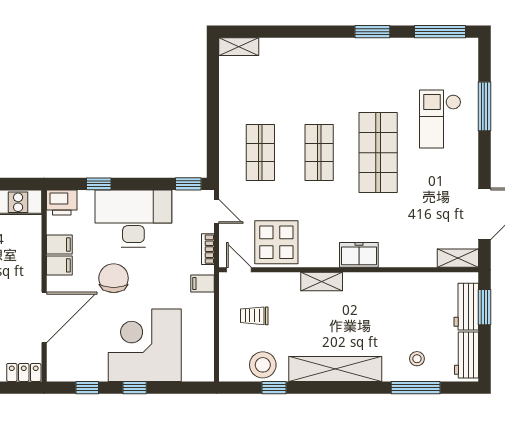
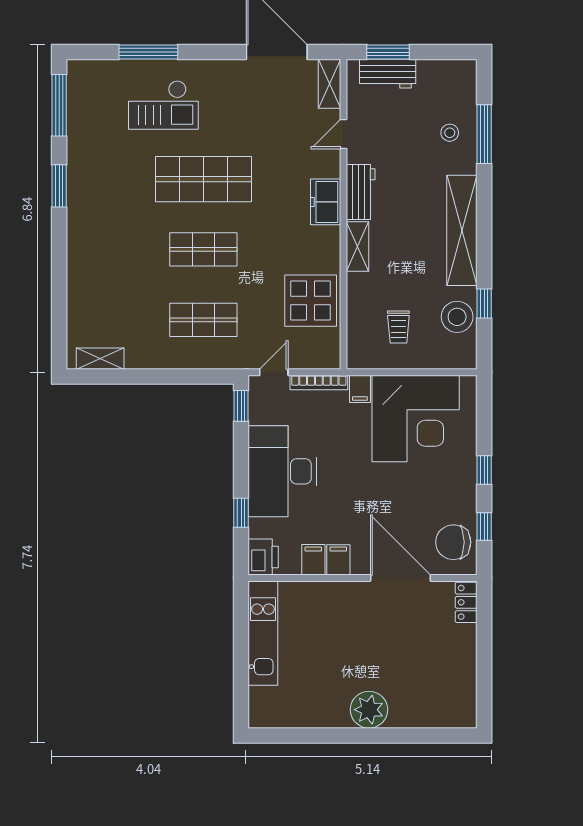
shelving: (239, 47) -> (100, 359), moved, turned 90
bookcase: (208, 249) -> (319, 382), width x1.56
door: (239, 270) -> (343, 134), moved
chair: (114, 278) -> (453, 542), moved
corner desk: (145, 345) -> (416, 418), moved, turned -90
workbench: (467, 355) -> (361, 192), moved, turned -90

